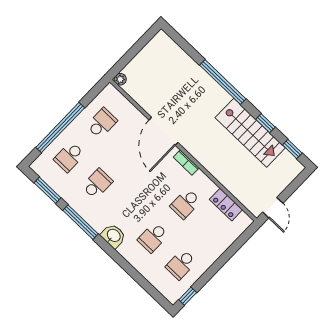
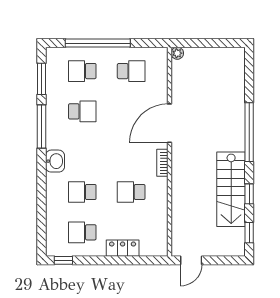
locker: (226, 205) -> (123, 248), moved, turned 90

